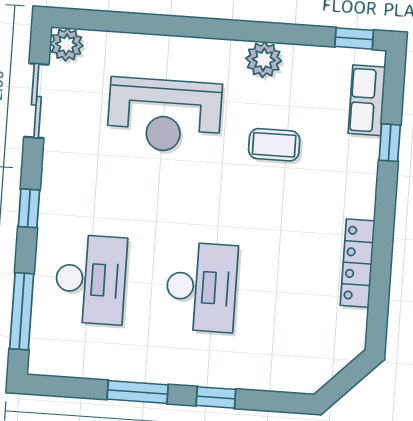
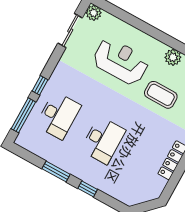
reception desk: (164, 115) -> (121, 61), turned 180
coffee table: (274, 145) -> (161, 95), width x1.36, depth x1.30
window: (29, 208) -> (40, 85), moved

